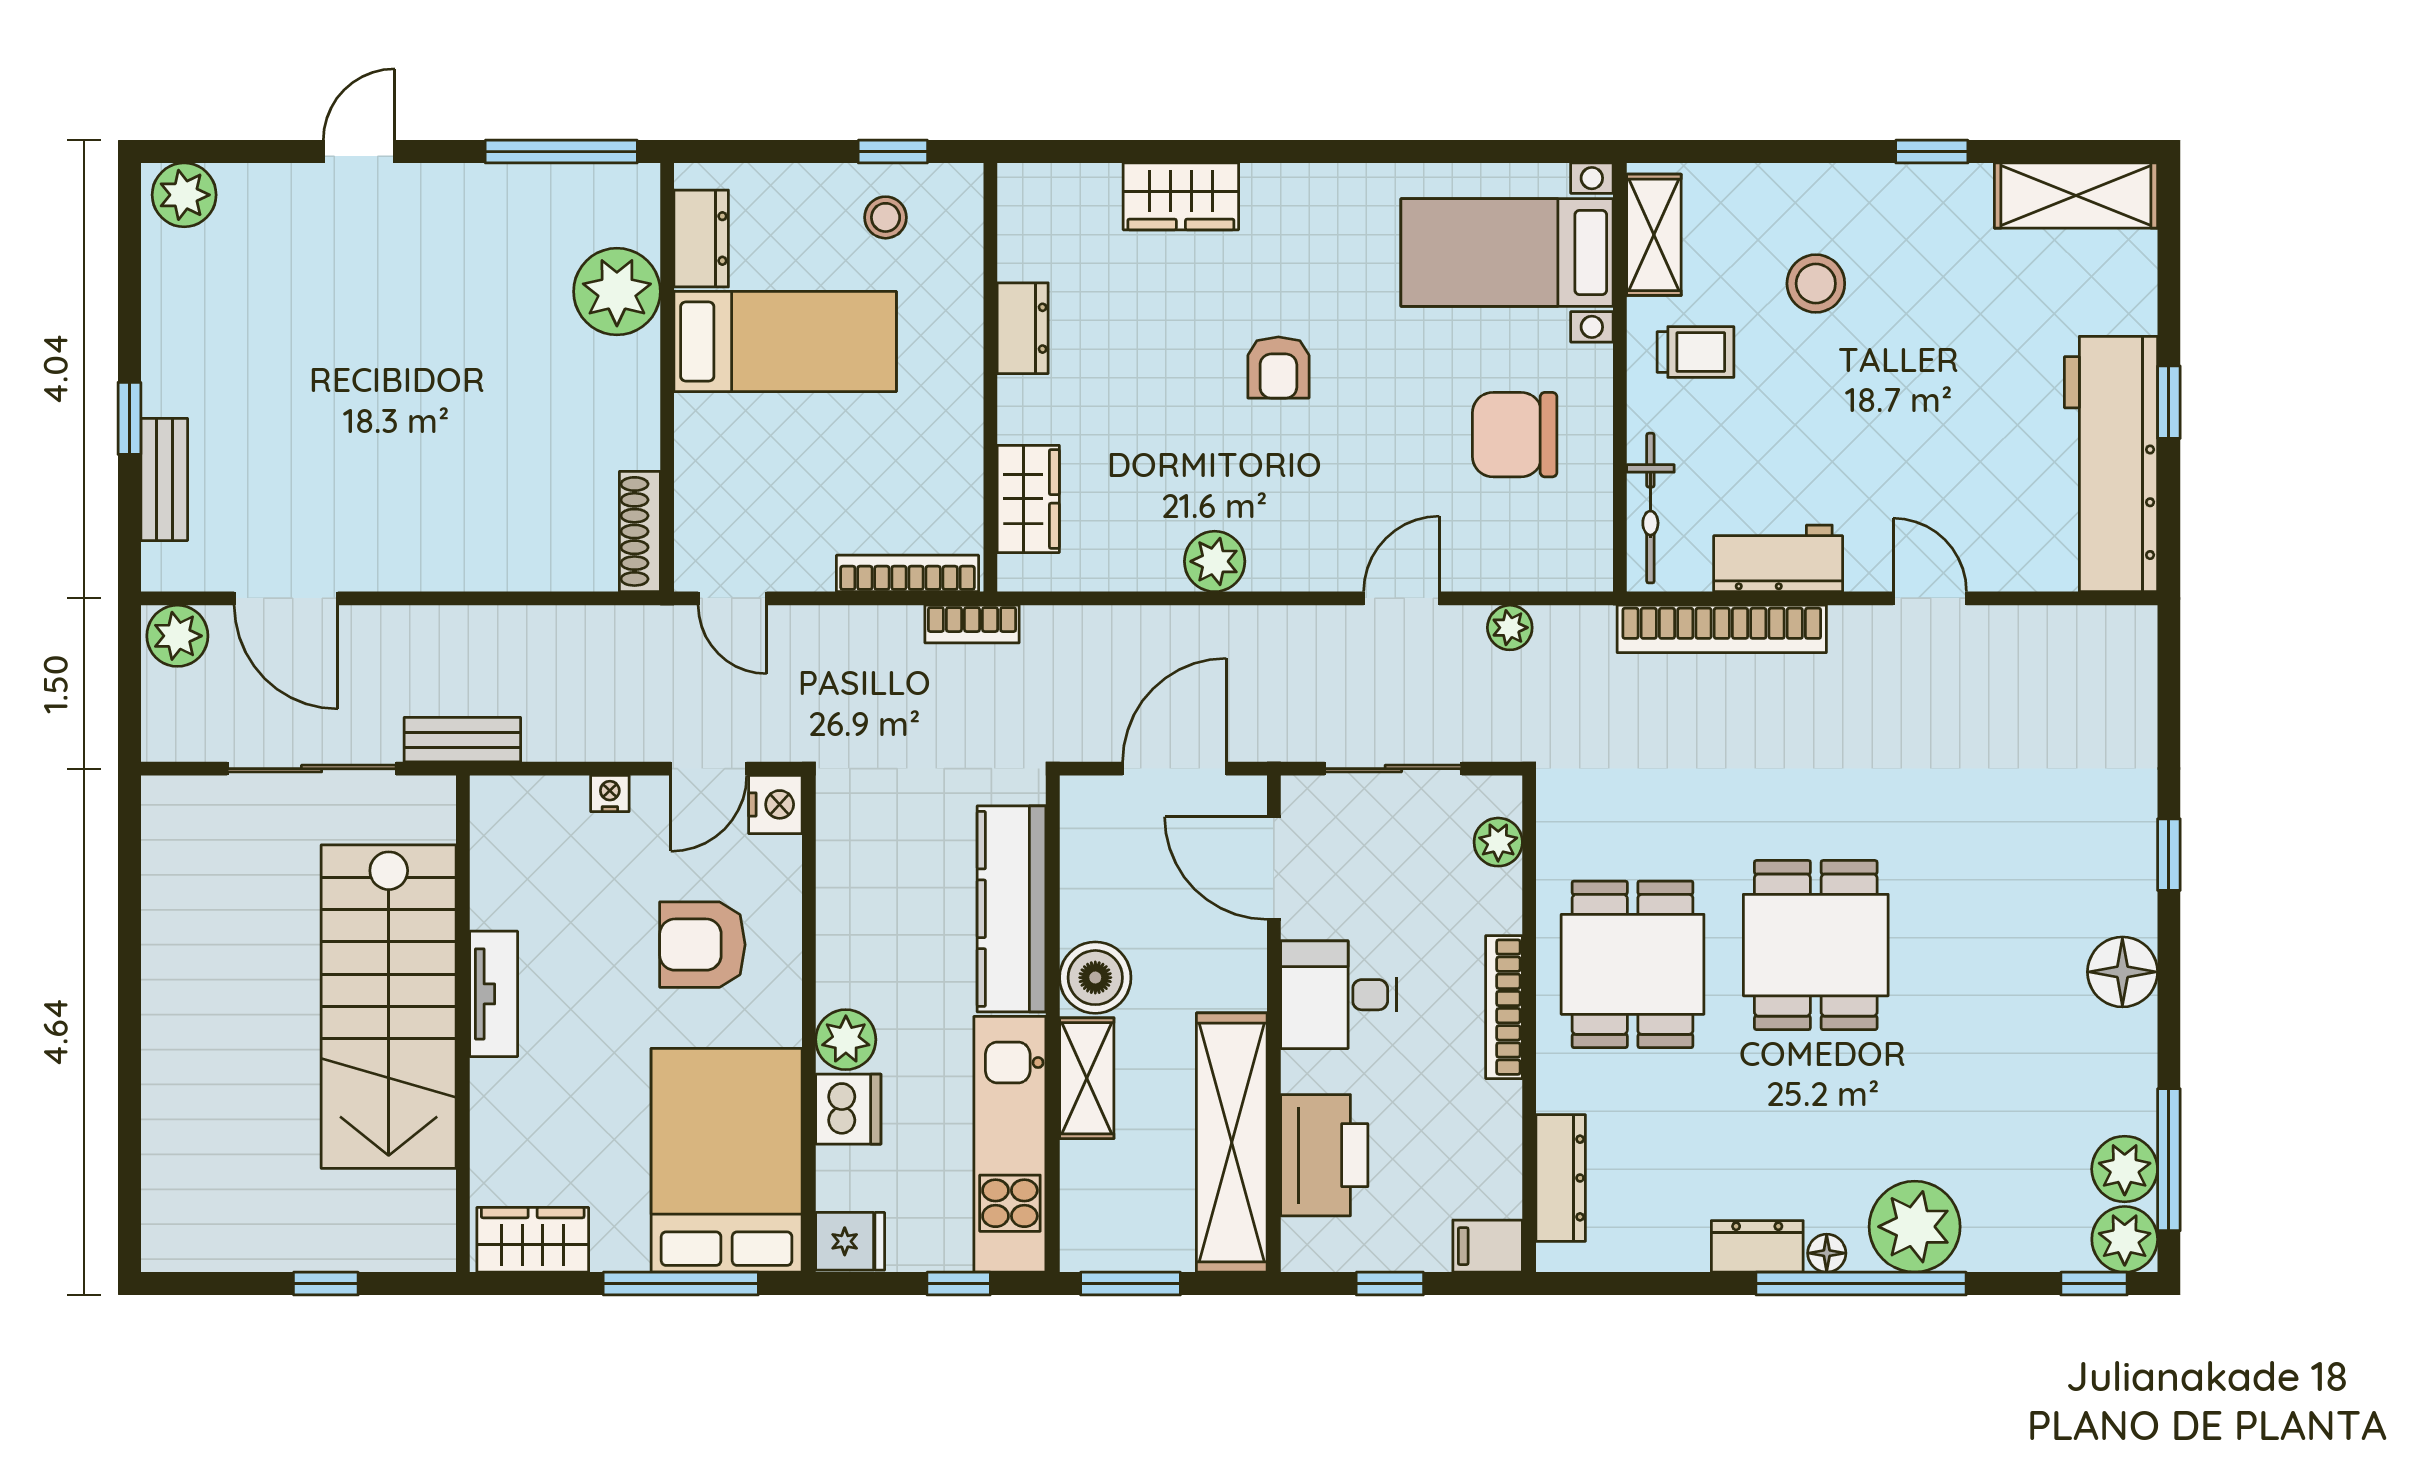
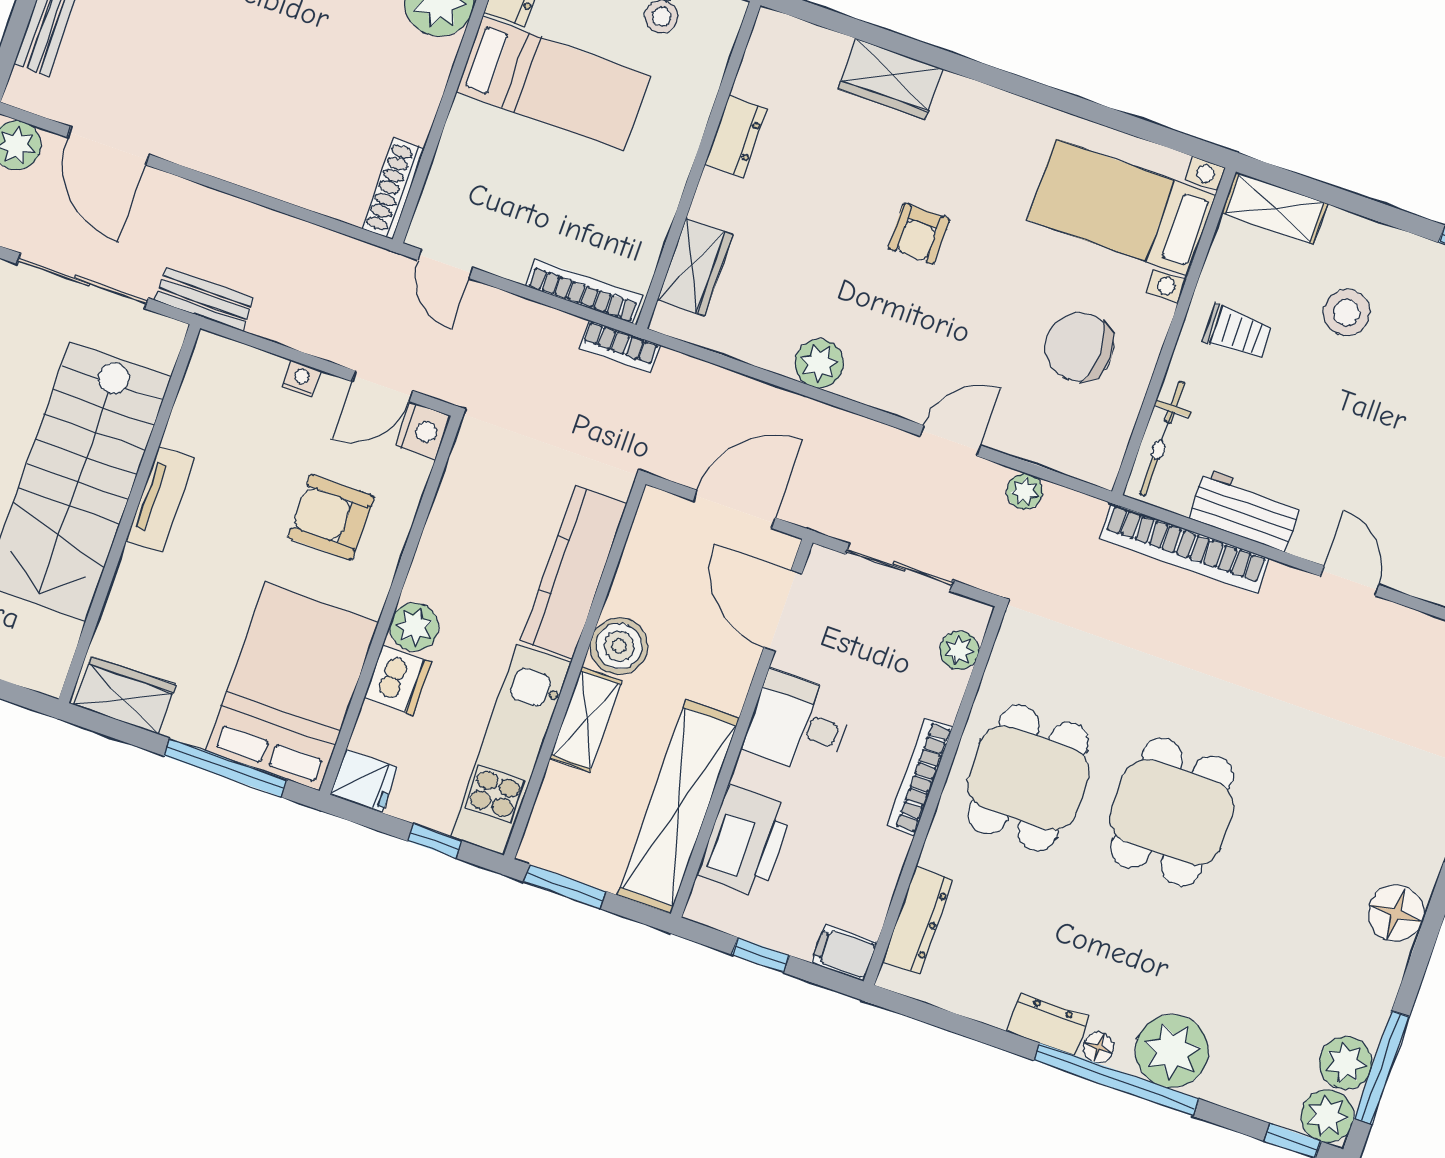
shelving: (1654, 235) -> (1274, 208), moved, turned 90

